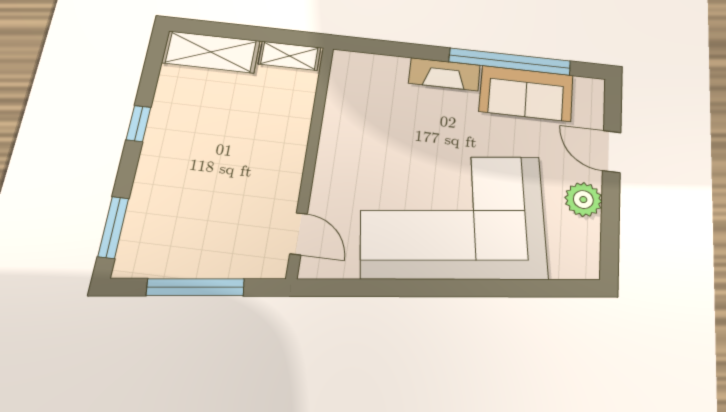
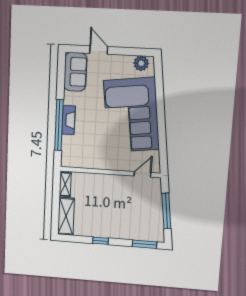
window: (509, 61) -> (59, 125), moved
sofa: (526, 93) -> (75, 72), moved
door: (612, 152) -> (99, 50), swing flipped
plant: (583, 200) -> (141, 63), moved

